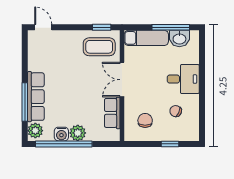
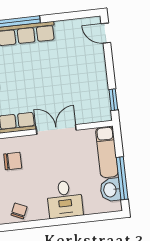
door: (43, 27) -> (106, 33), swing flipped
coffee table: (99, 47) -> (91, 99), removed
chair: (176, 111) -> (19, 211), moved

